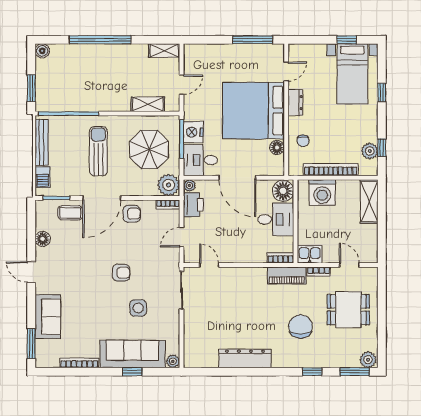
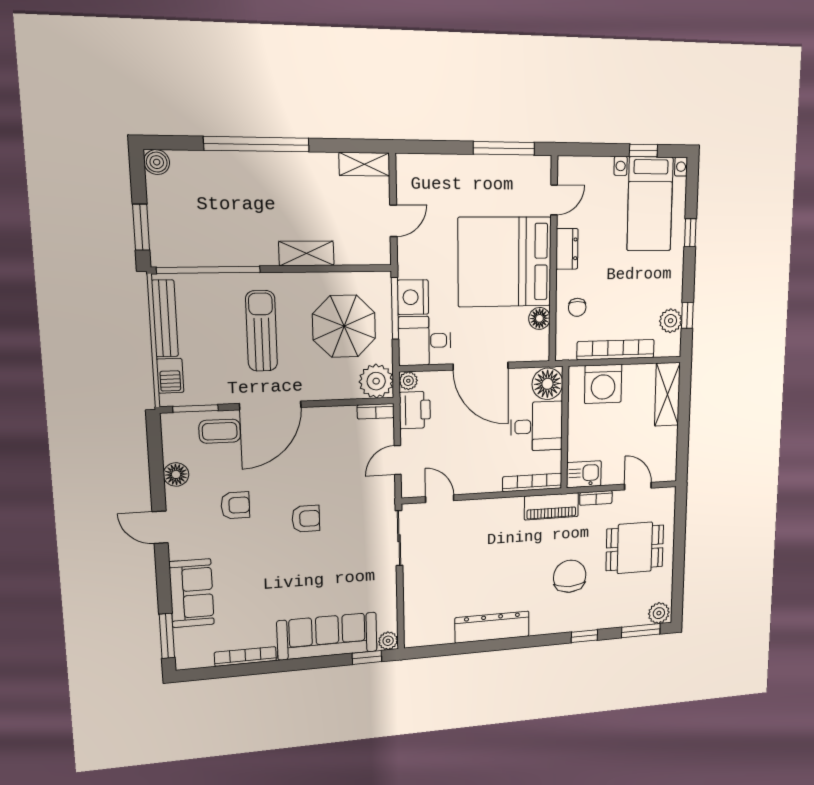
shelving: (148, 104) -> (306, 253), moved
armchair: (132, 214) -> (235, 505), moved
bookcase: (280, 258) -> (532, 482), width x1.56
side table: (138, 308) -> (334, 569), removed
window: (132, 372) -> (367, 657), moved

